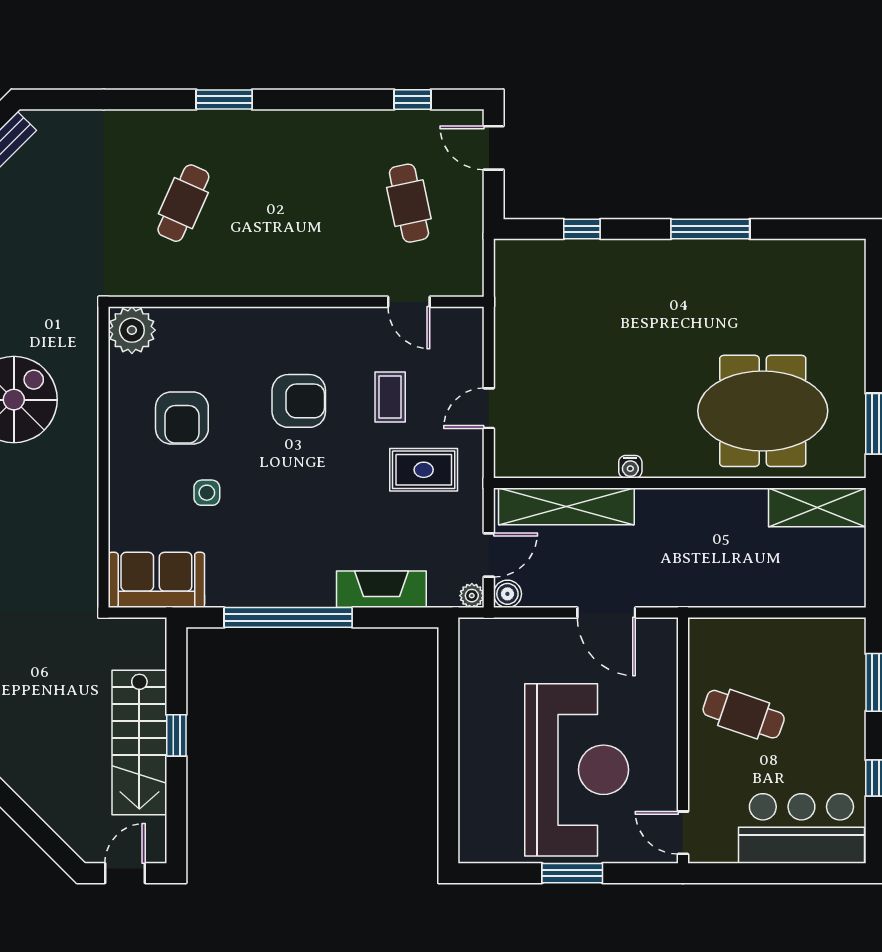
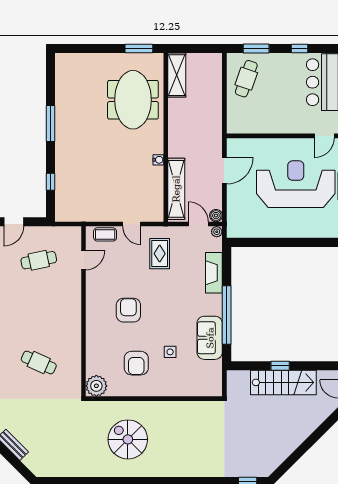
coffee table: (390, 397) -> (105, 234), moved
armchair: (182, 418) -> (136, 363), turned 90
sofa: (156, 580) -> (210, 338), moved
cafe table: (744, 714) -> (246, 79), moved

